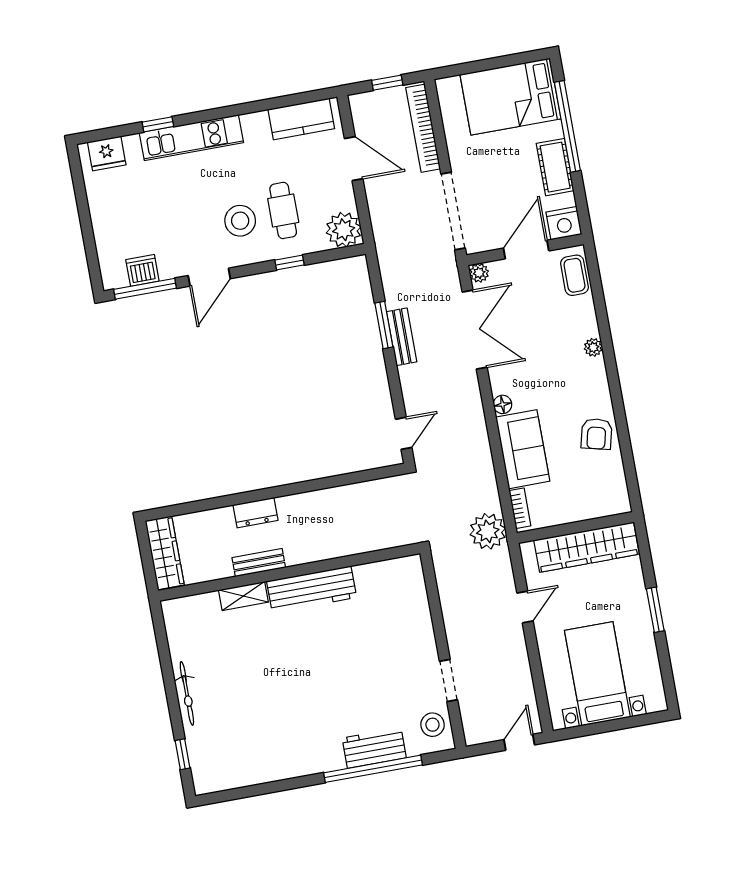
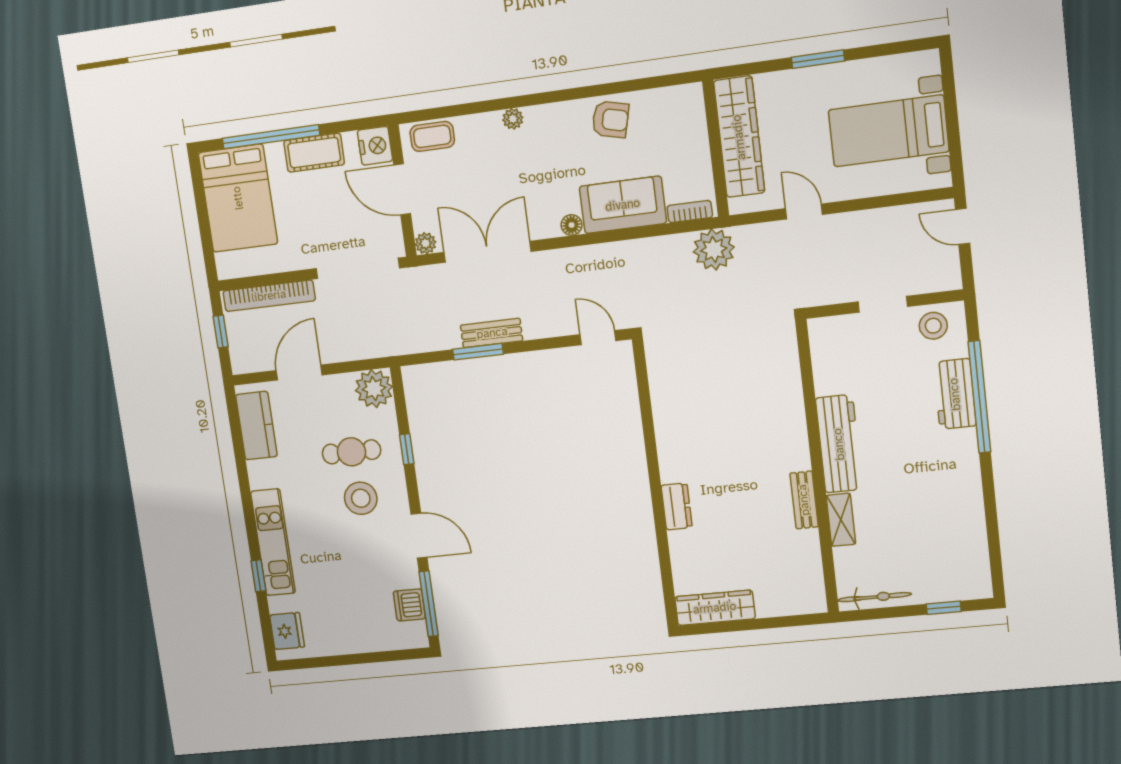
bench: (259, 563) -> (804, 500), moved
wall: (289, 572) -> (817, 467), moved
workbench: (312, 589) -> (839, 444), moved
shelving: (243, 596) -> (841, 520), moved

